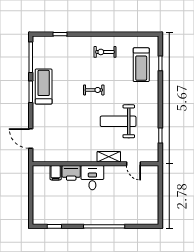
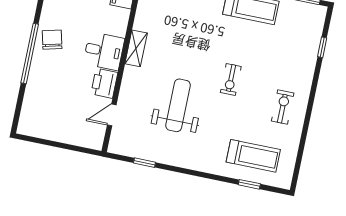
treadmill: (141, 65) -> (253, 156), turned 180
shelving: (109, 157) -> (136, 48), moved
printer: (71, 173) -> (104, 83), moved
chair: (92, 213) -> (52, 40), added

